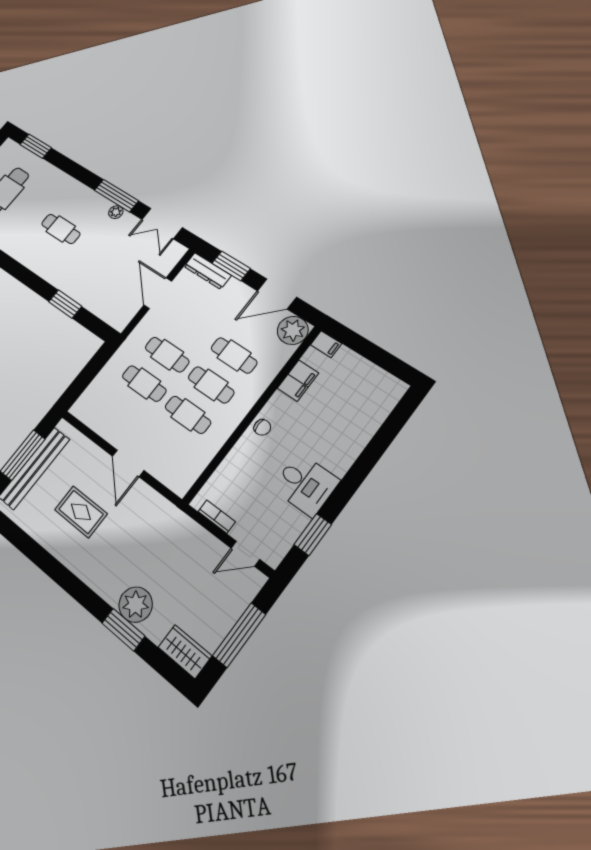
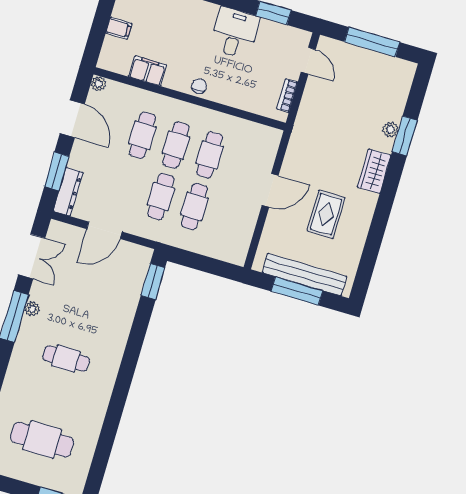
cafe table: (61, 229) -> (66, 359), turned 90
window: (65, 304) -> (153, 282), moved
plant: (293, 330) -> (98, 84), width x0.53, depth x0.53
filing cabinet: (326, 344) -> (119, 28), moved, turned 90
plant: (136, 605) -> (390, 129), width x0.53, depth x0.53
wardrobe: (185, 651) -> (374, 171), moved

